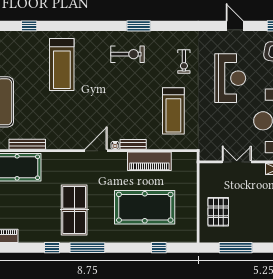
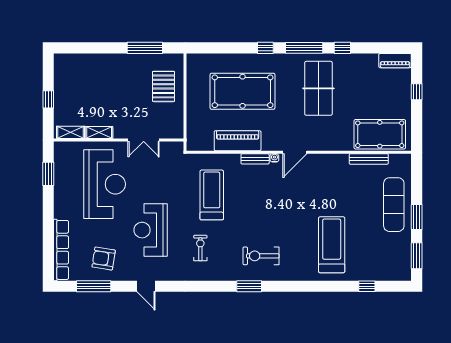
window: (159, 248) -> (265, 48), moved

